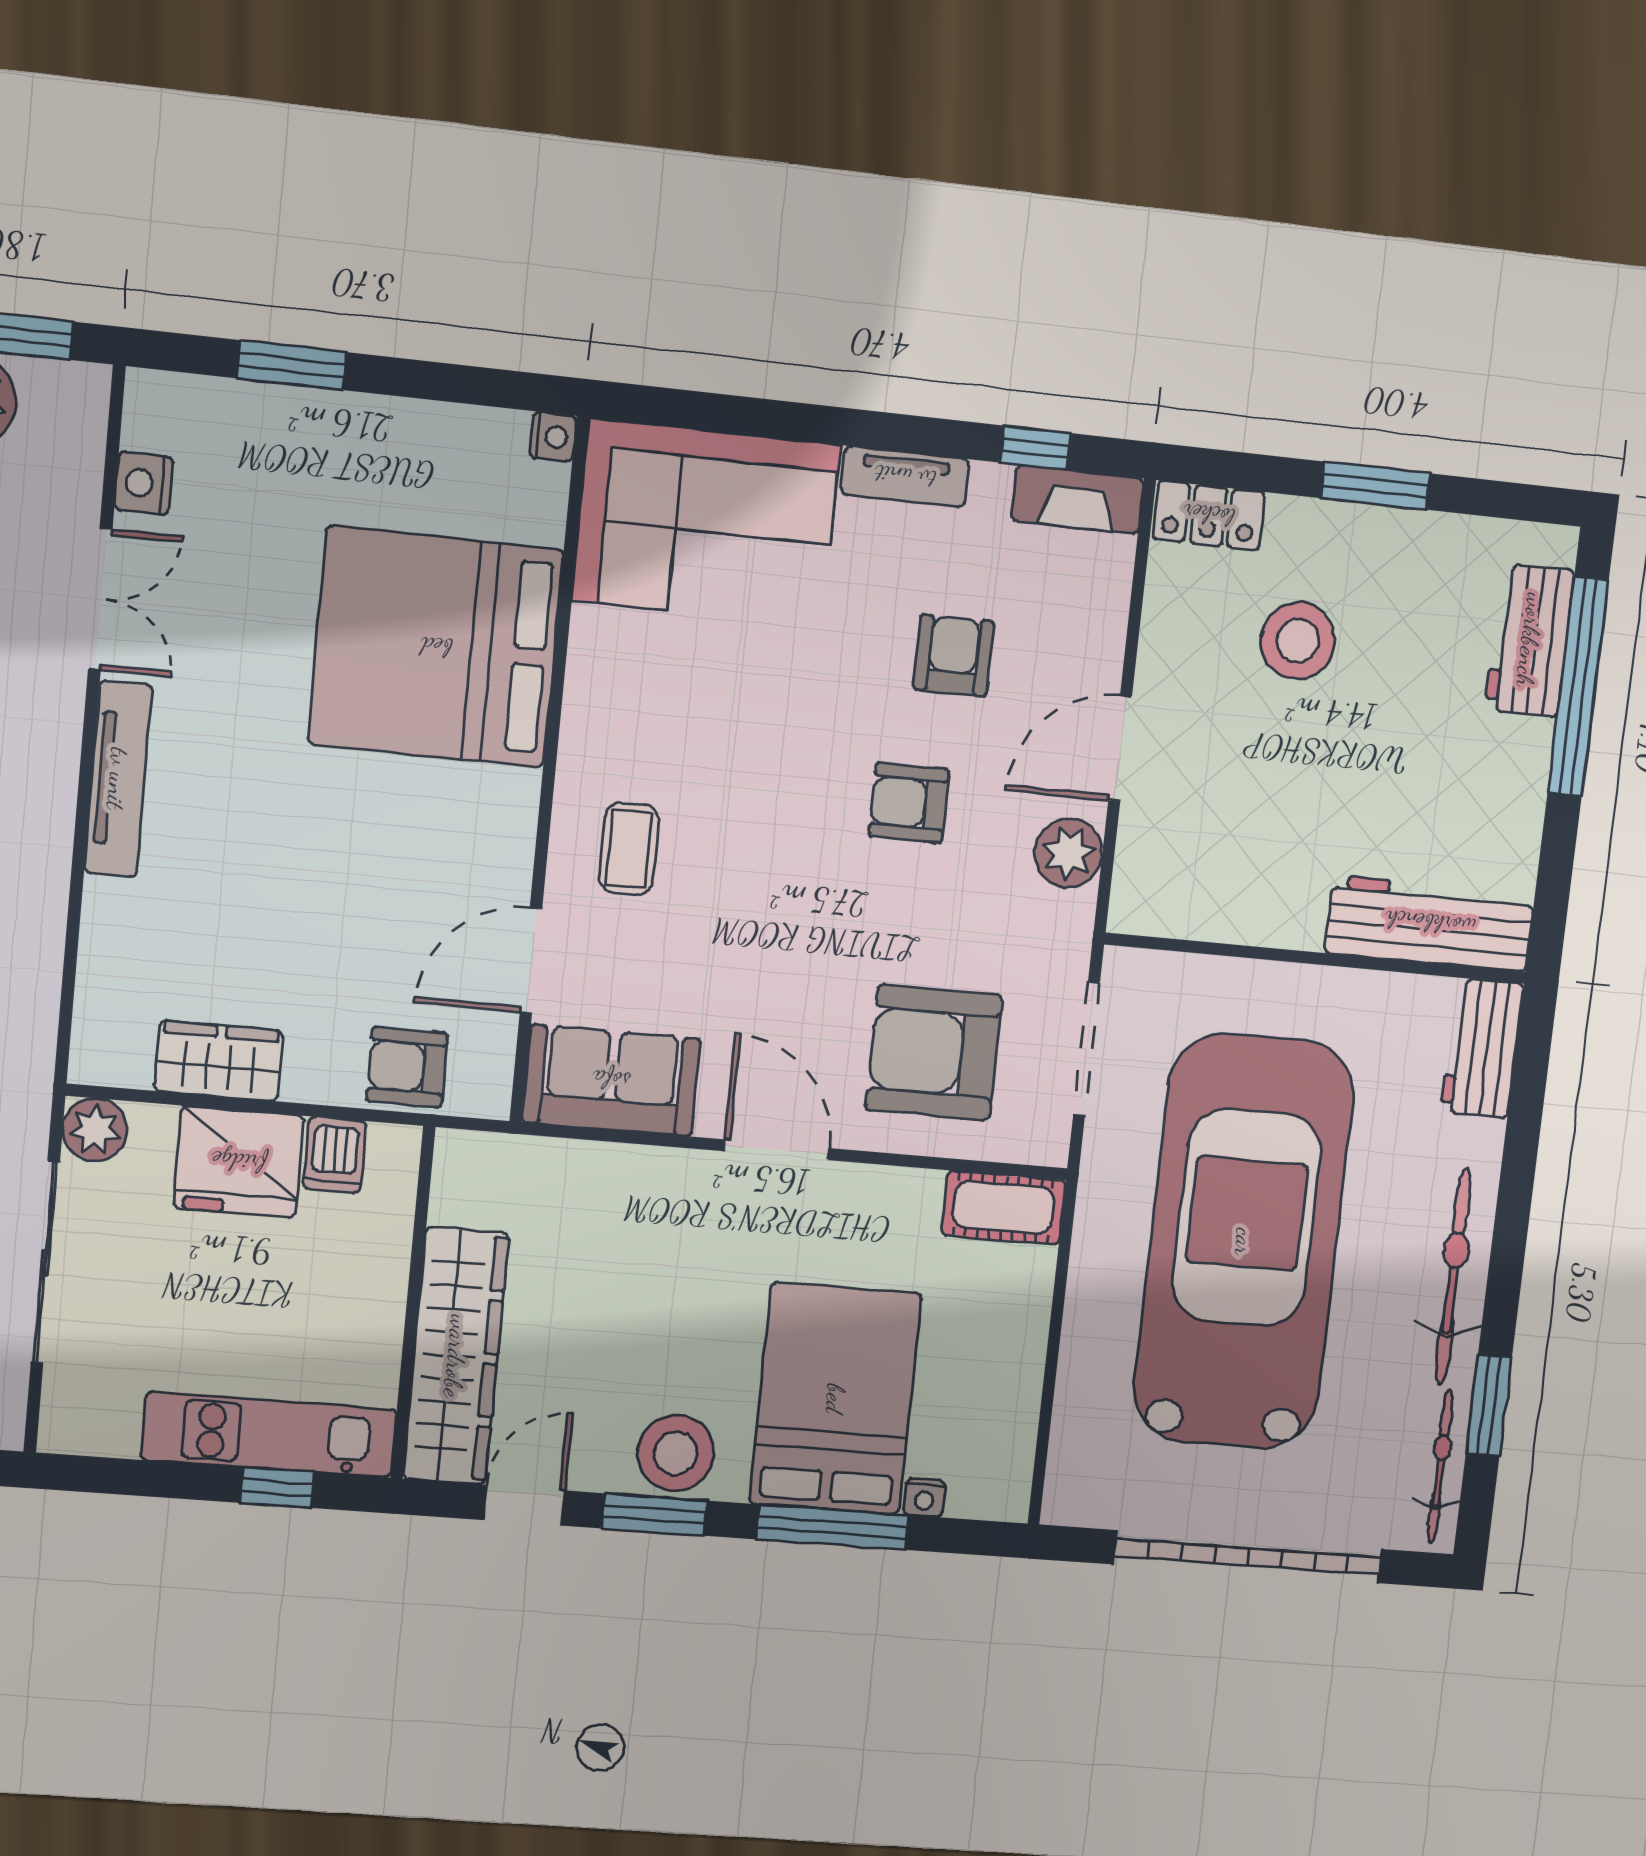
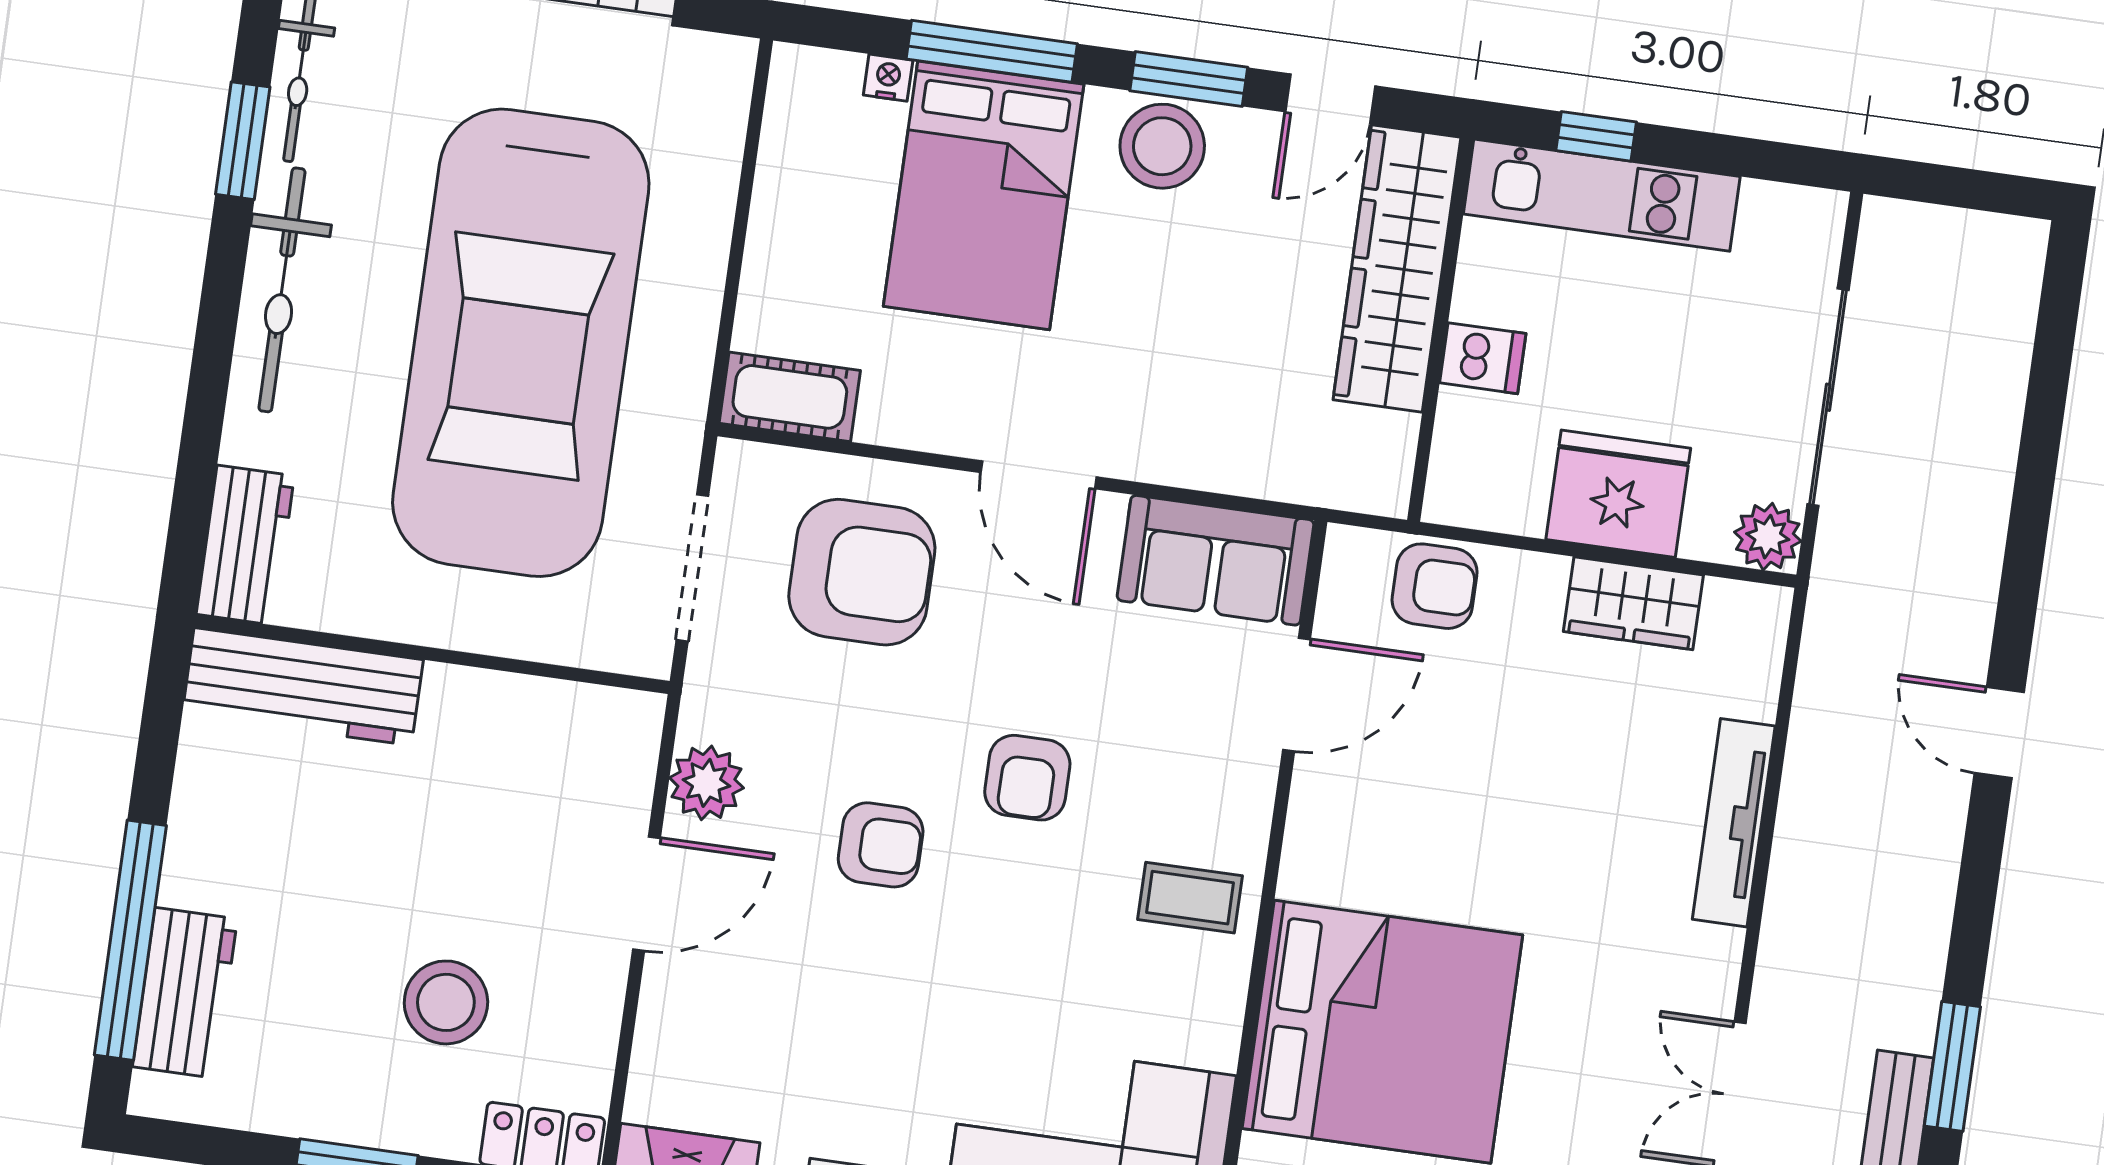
armchair: (954, 655) -> (1027, 778), moved
tv unit: (118, 779) -> (1734, 823), moved
coffee table: (629, 849) -> (1190, 898), moved, turned 90
dishwasher: (335, 1155) -> (1483, 358), moved, turned 90

